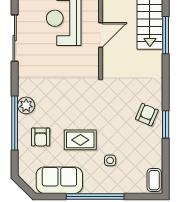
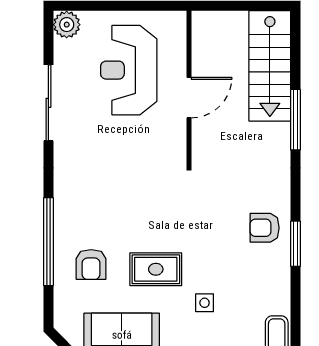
window: (166, 35) -> (296, 120), moved
plant: (26, 105) -> (67, 213), removed
armchair: (147, 115) -> (265, 228), turned -113

